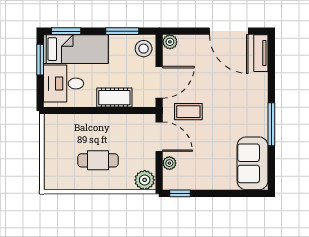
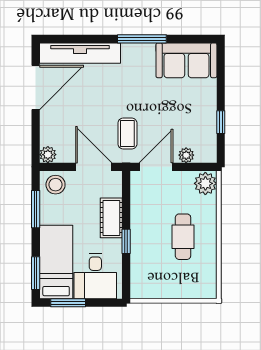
tv unit: (261, 53) -> (80, 53), width x1.92, depth x1.29
window: (94, 111) -> (126, 241), added
window: (180, 193) -> (221, 122), moved

